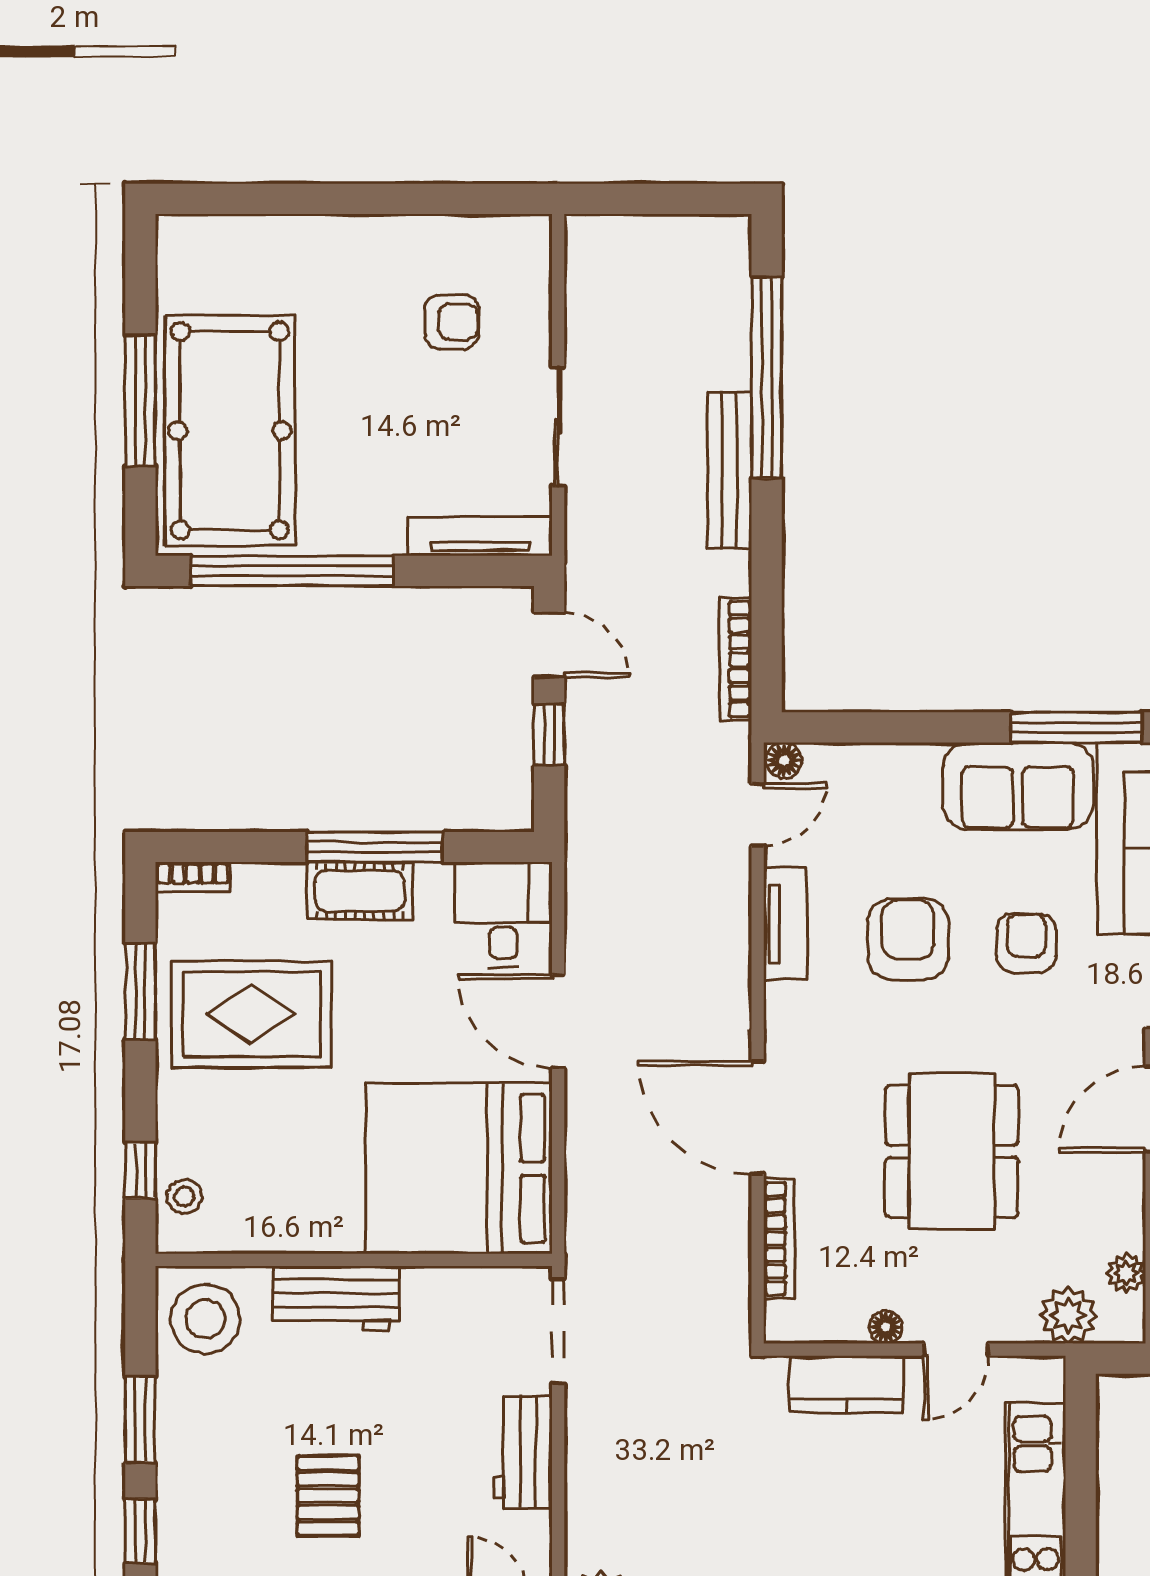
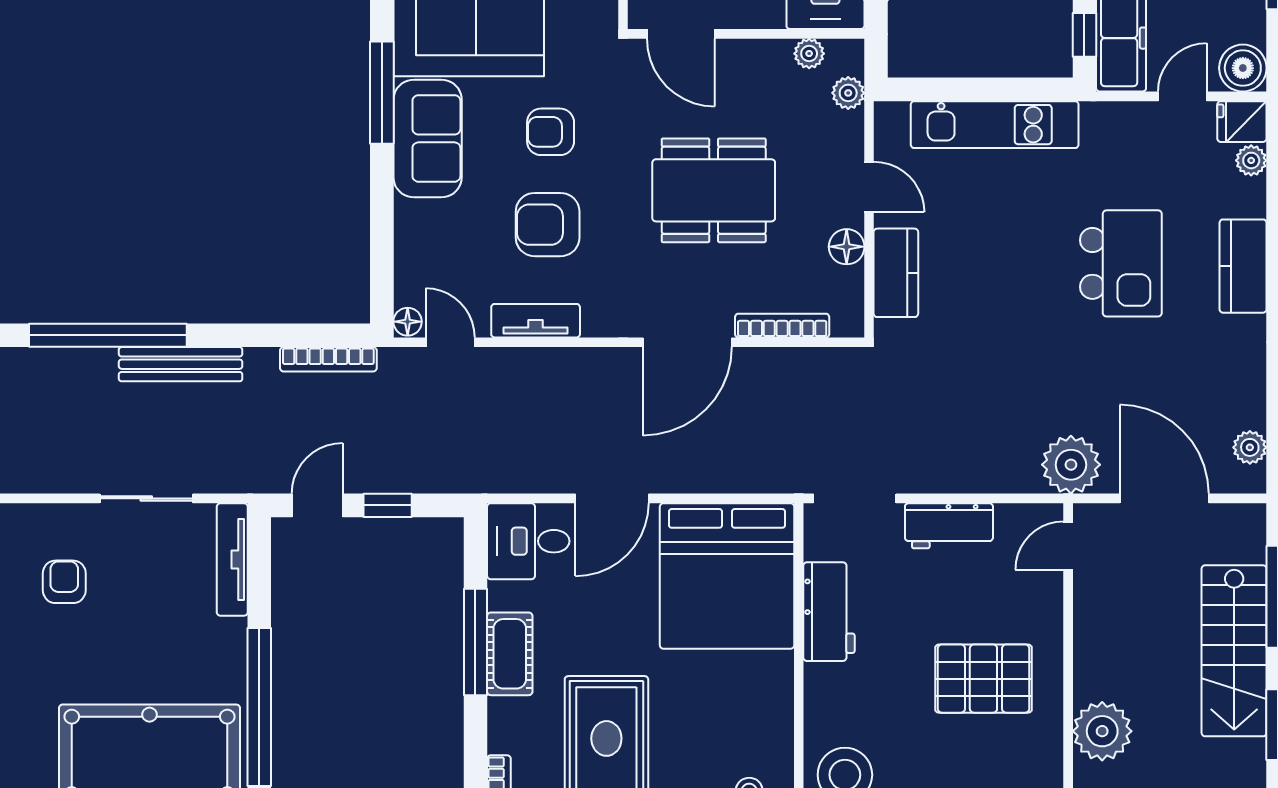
workbench: (336, 1298) -> (829, 612), moved
plant: (1068, 1315) -> (848, 93), width x0.73, depth x0.73
floor lamp: (886, 1327) -> (847, 247), width x1.37, depth x1.37
pallet: (328, 1496) -> (983, 679), width x1.50, depth x1.42

